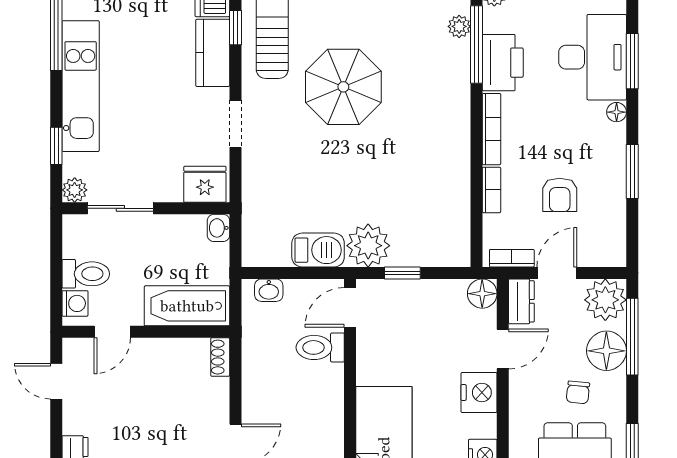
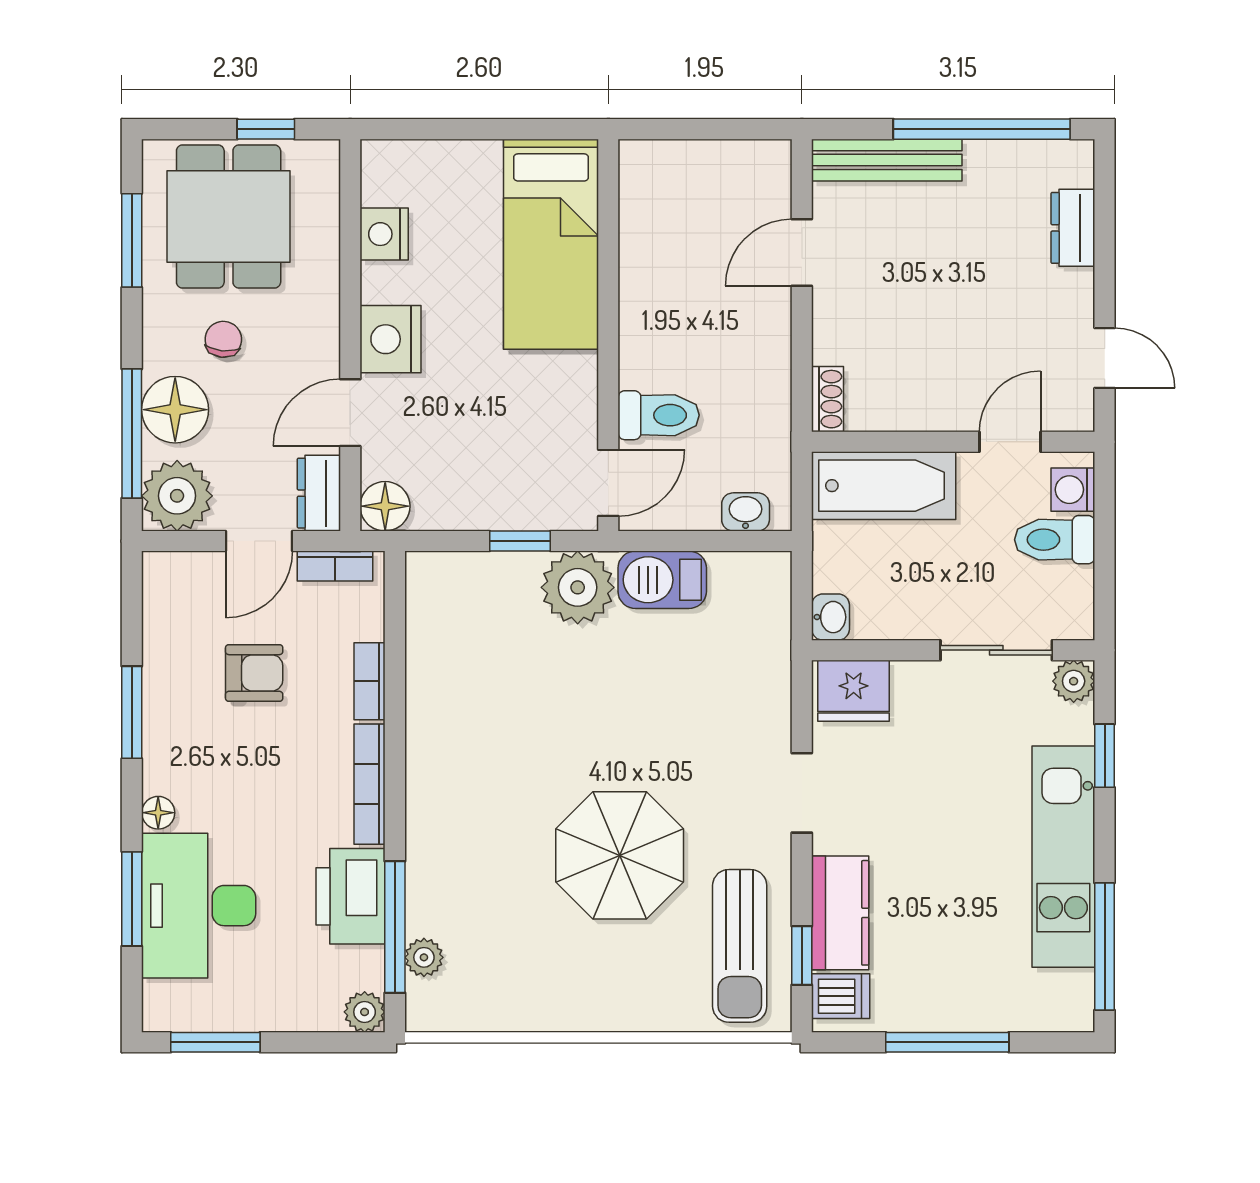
armchair: (560, 195) -> (254, 673), turned 90

